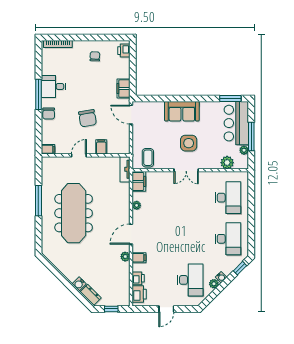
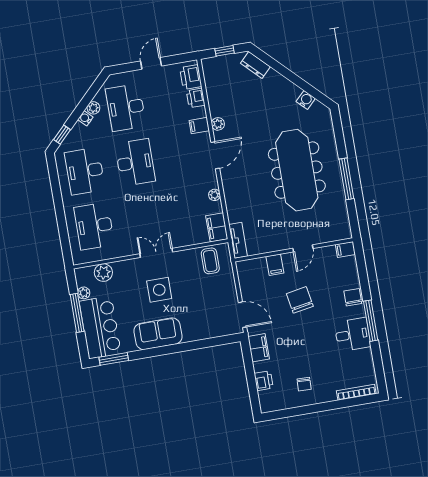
printer: (124, 51) -> (264, 381), moved
sofa: (182, 111) -> (158, 334), moved
desk: (190, 239) -> (135, 163), added
water cooler: (79, 284) -> (306, 100), moved

